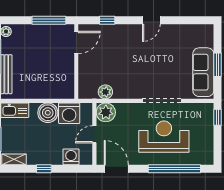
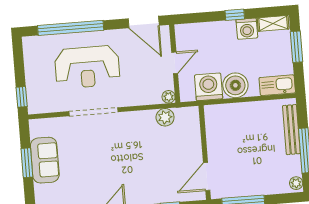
sofa: (203, 72) -> (45, 160), width x0.73
plant: (106, 112) -> (169, 97), width x0.53, depth x0.53
washing machine: (71, 157) -> (247, 29), moved

